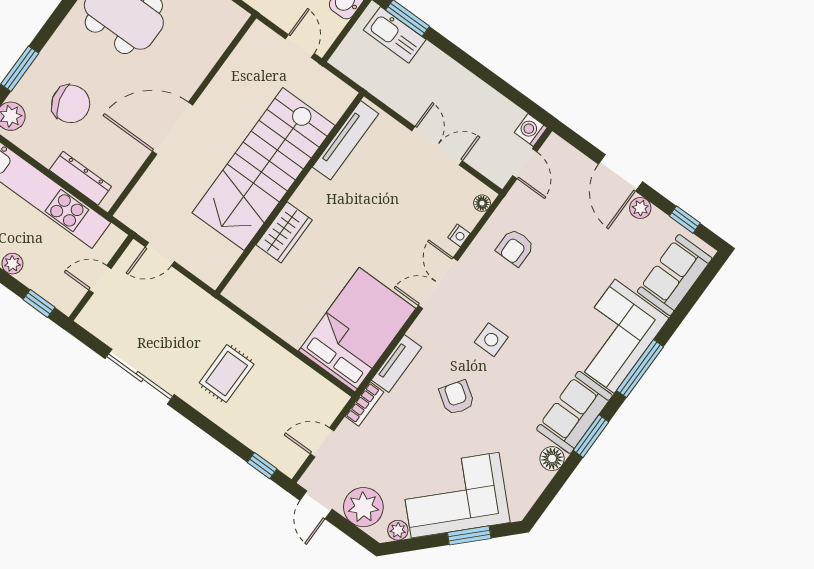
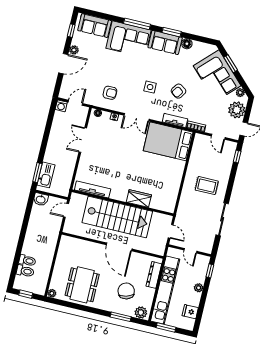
tv unit: (345, 140) -> (93, 189), moved
stairs: (263, 169) -> (117, 217), moved
wall: (289, 193) -> (123, 203), moved
wardrobe: (284, 232) -> (139, 199), moved

